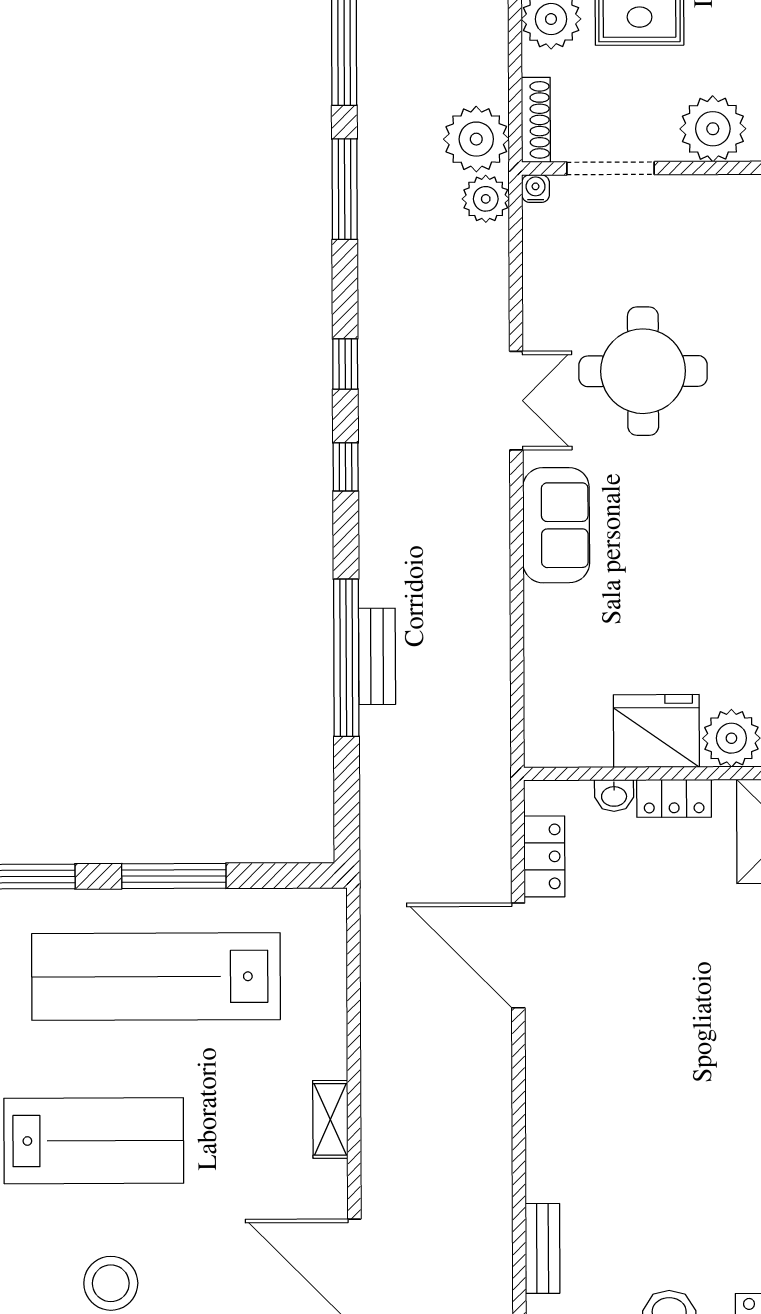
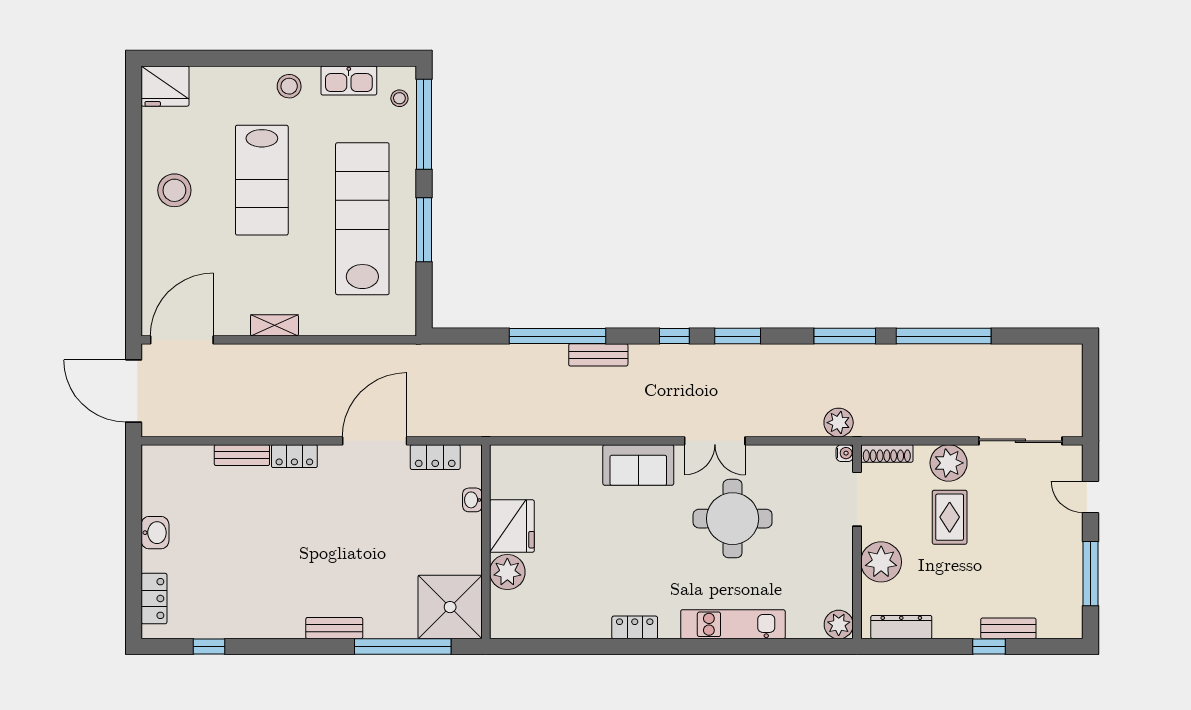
plant: (476, 139) -> (875, 417), removed
window: (345, 364) -> (738, 336), width x1.50
bench: (377, 656) -> (598, 355), moved
locker: (674, 798) -> (294, 456), moved, turned -90
bench: (543, 1248) -> (242, 455), moved

